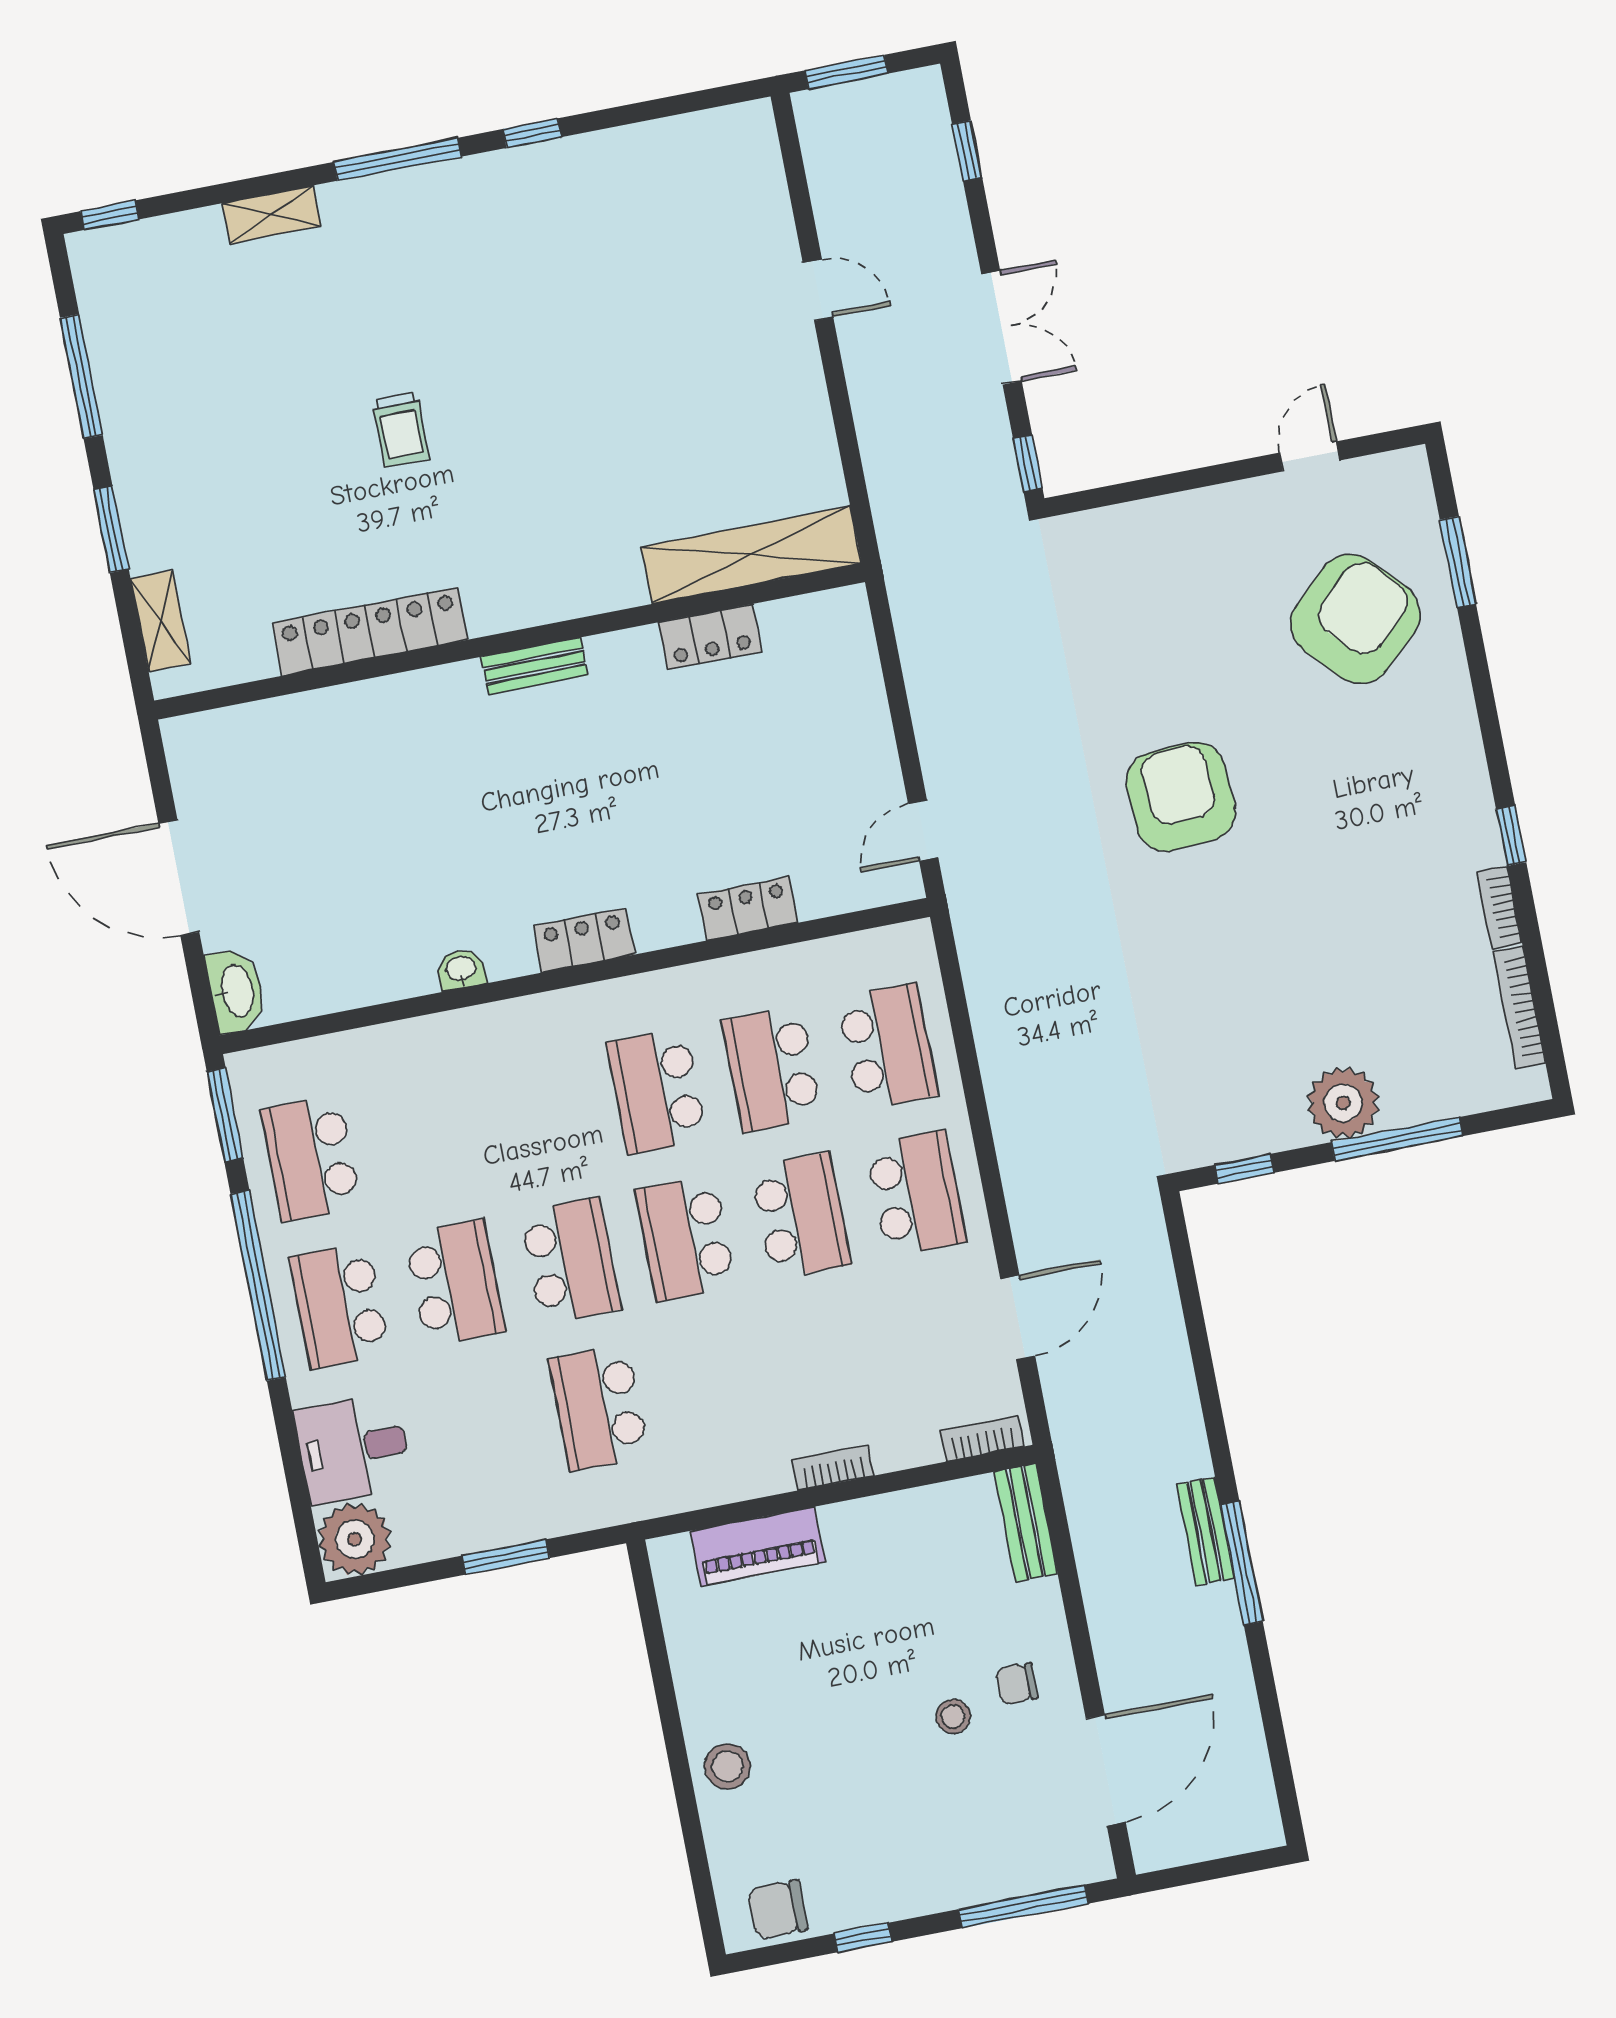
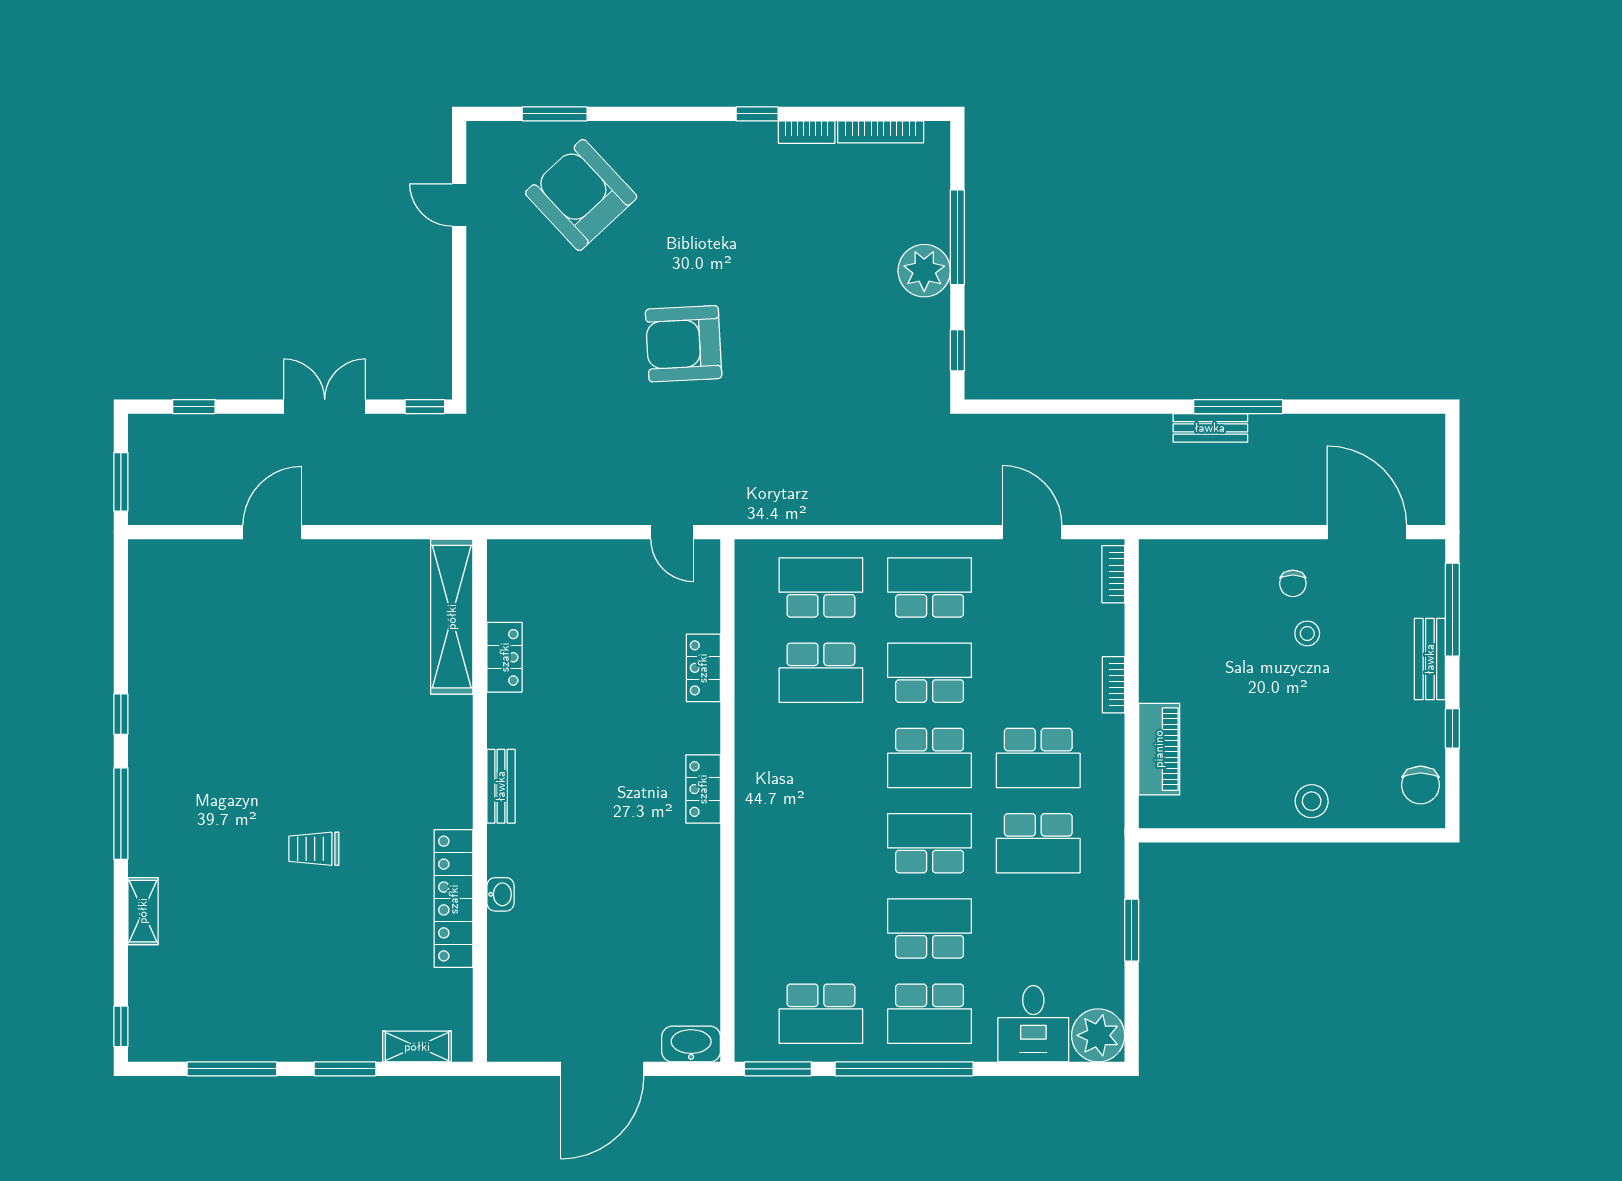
door: (818, 290) -> (272, 532), width x1.38
trolley: (401, 429) -> (314, 849), turned 180
washbasin: (461, 969) -> (500, 894), moved, turned 180
school desk: (657, 1091) -> (1038, 758), moved
bench: (1026, 1523) -> (1430, 659), moved, turned 90

